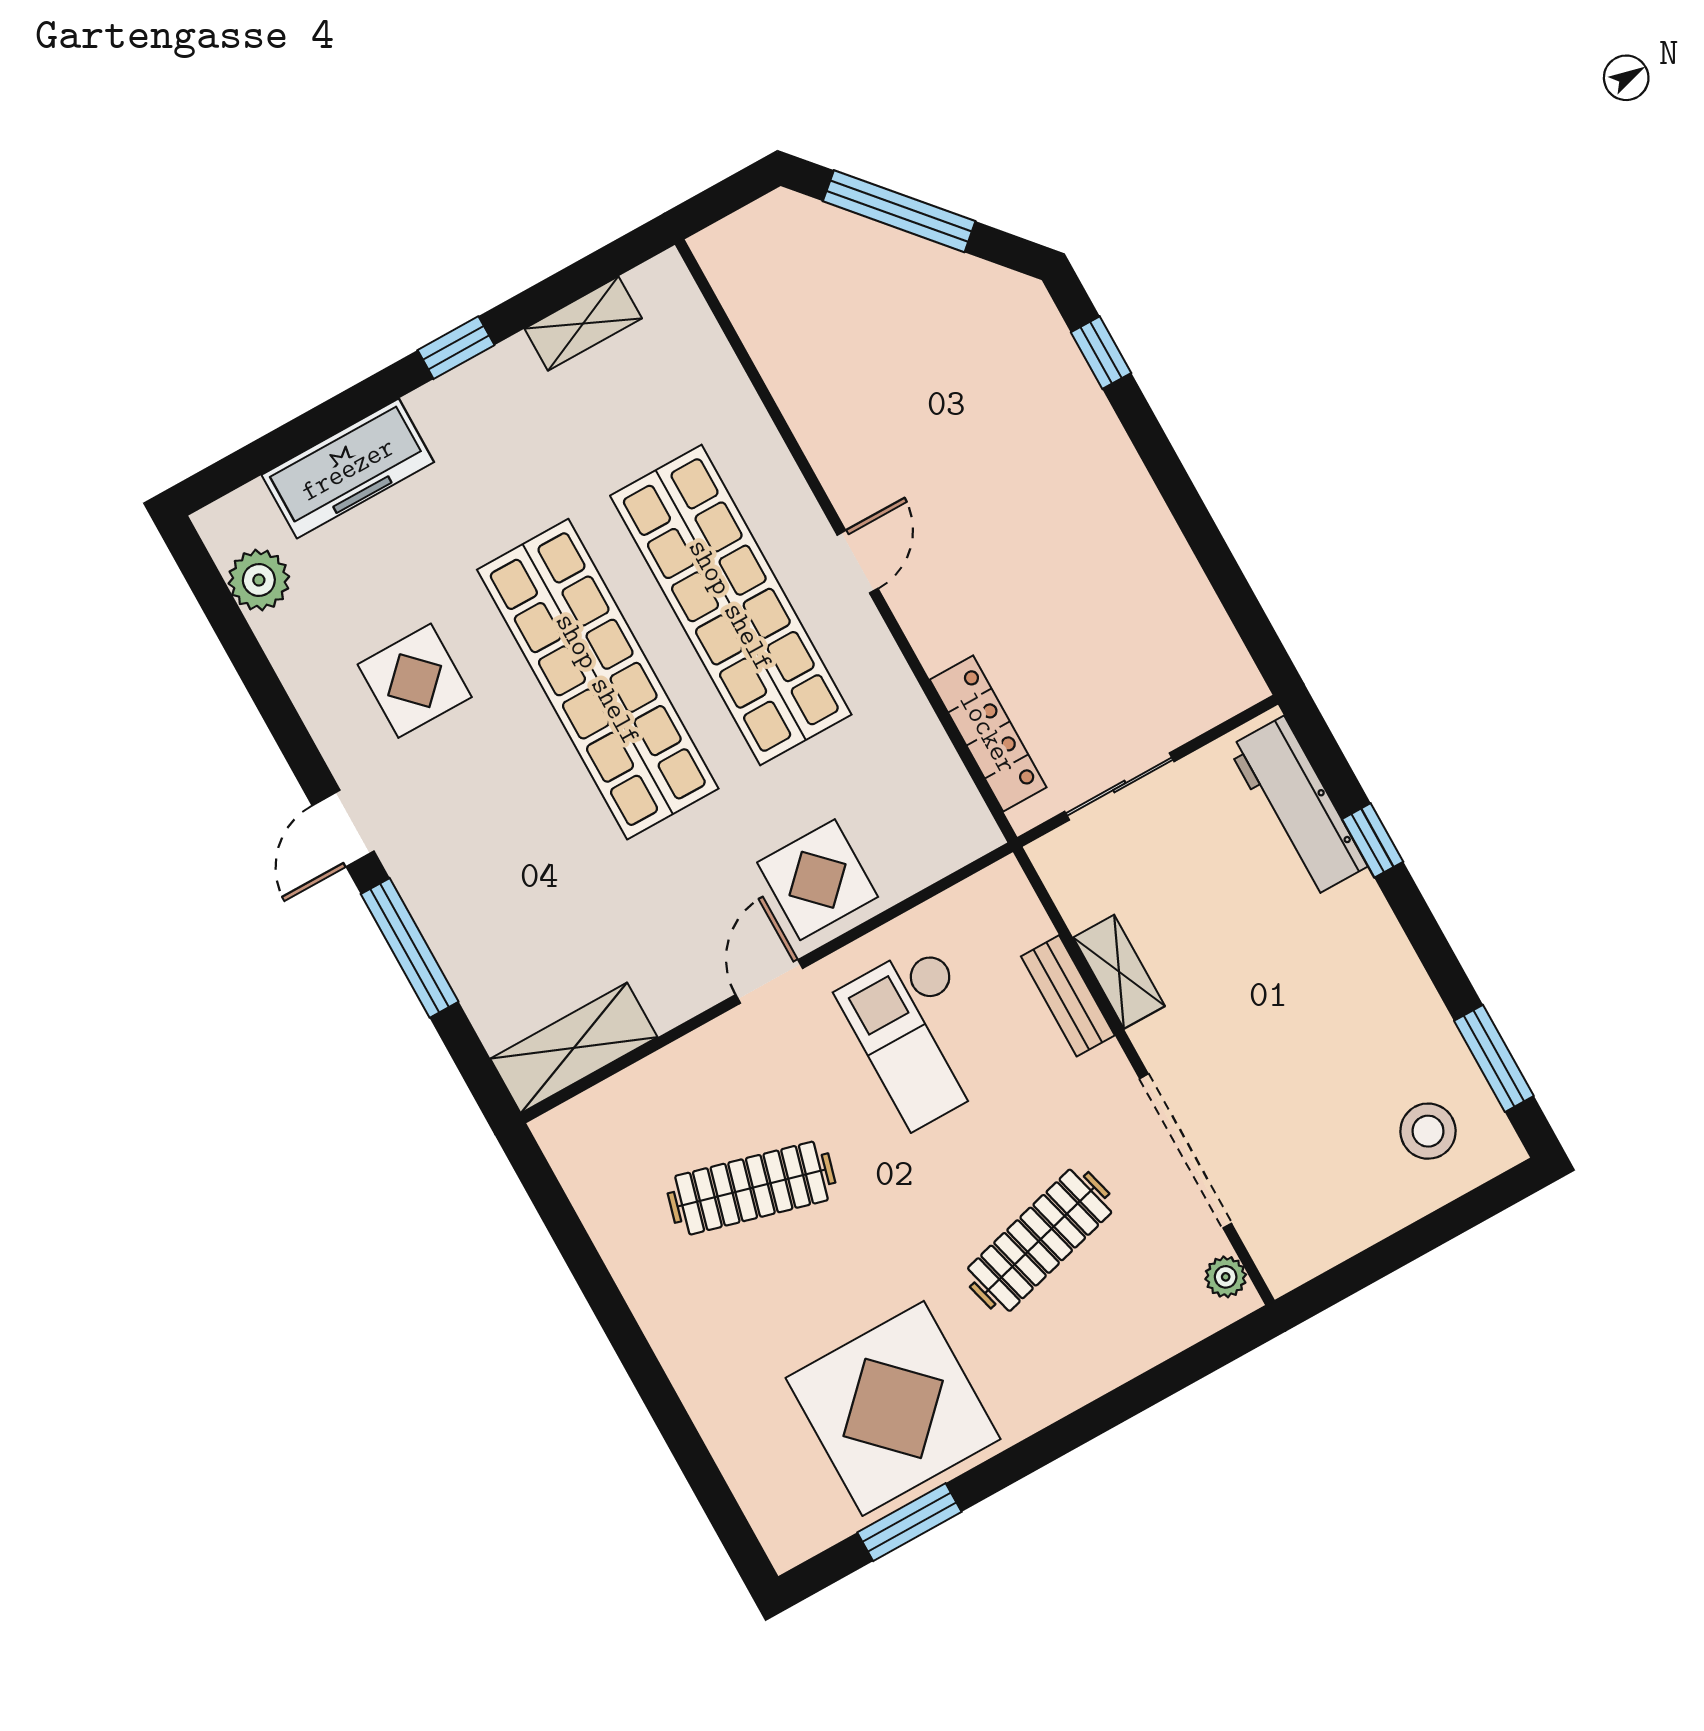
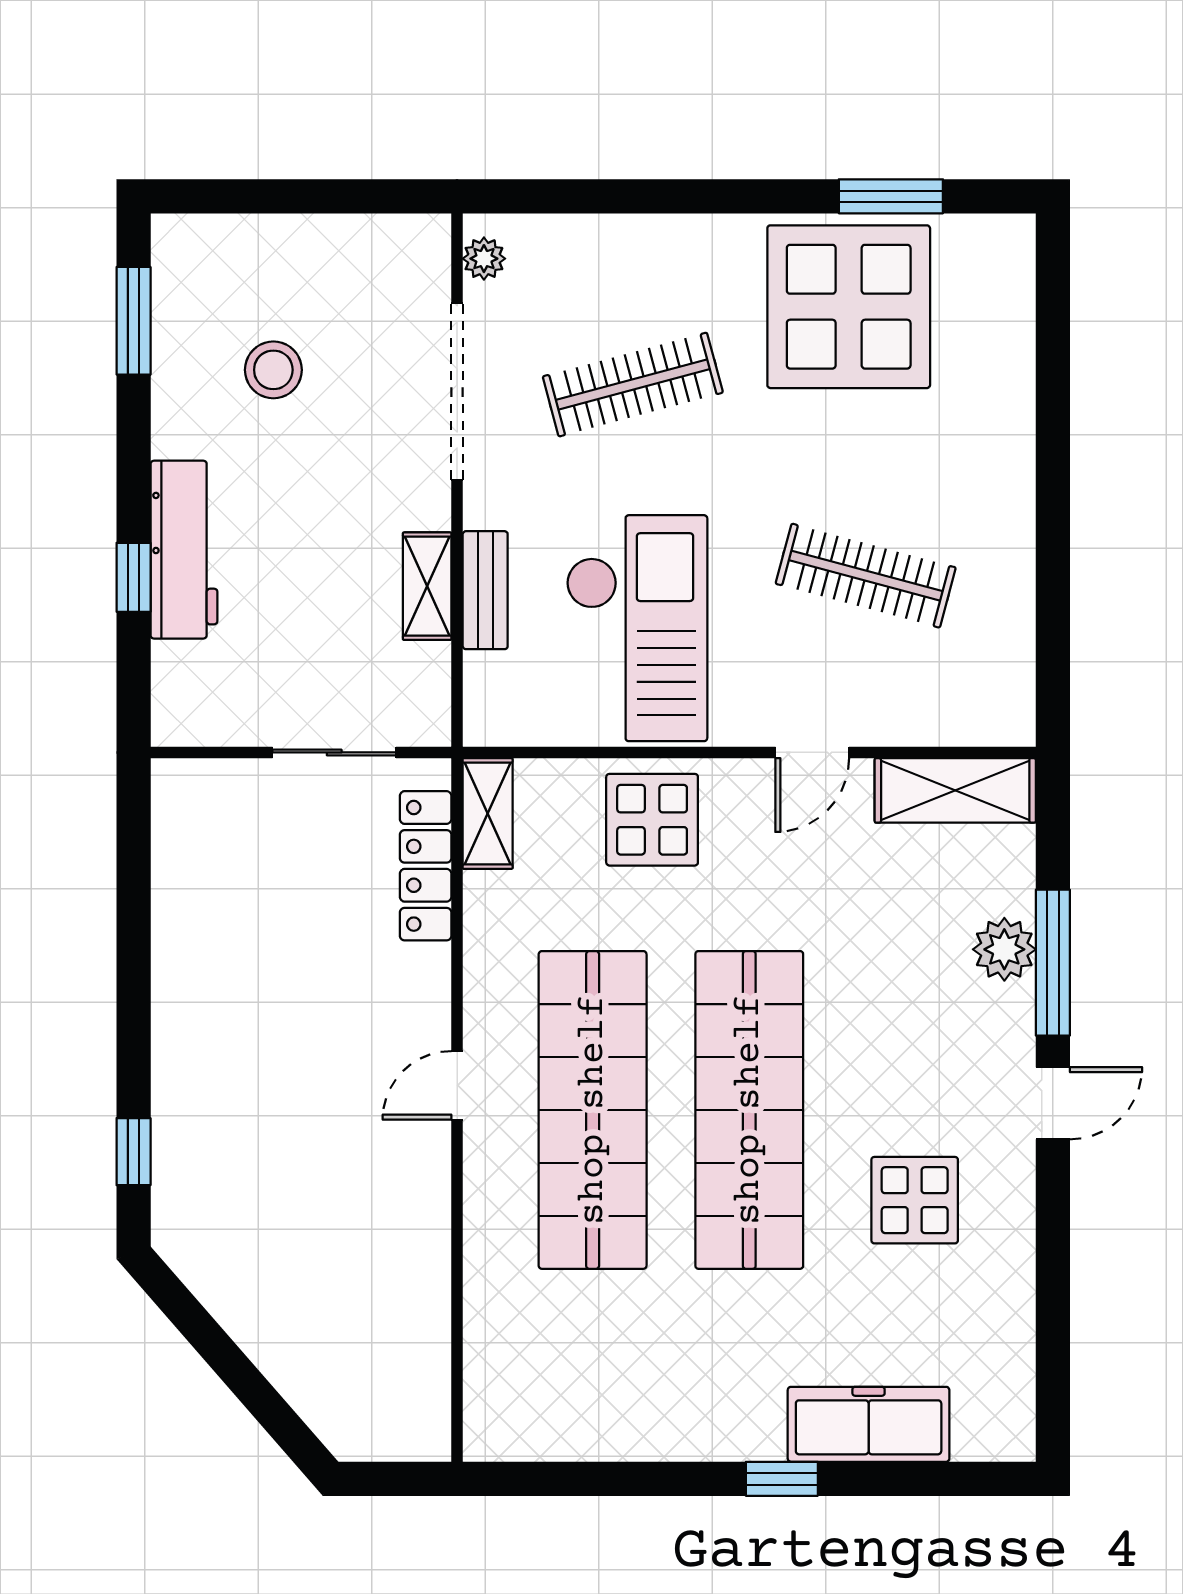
window: (899, 211) -> (244, 1380), removed
shelving: (583, 324) -> (488, 814), moved, turned 90
window: (456, 348) -> (782, 1479), moved
plant: (259, 580) -> (1004, 949), moved
workbench: (1298, 807) -> (184, 550), moved
door: (769, 982) -> (812, 752), moved
checkout: (921, 1035) -> (637, 628), width x1.36, depth x1.21
stool: (1428, 1131) -> (273, 370), moved

